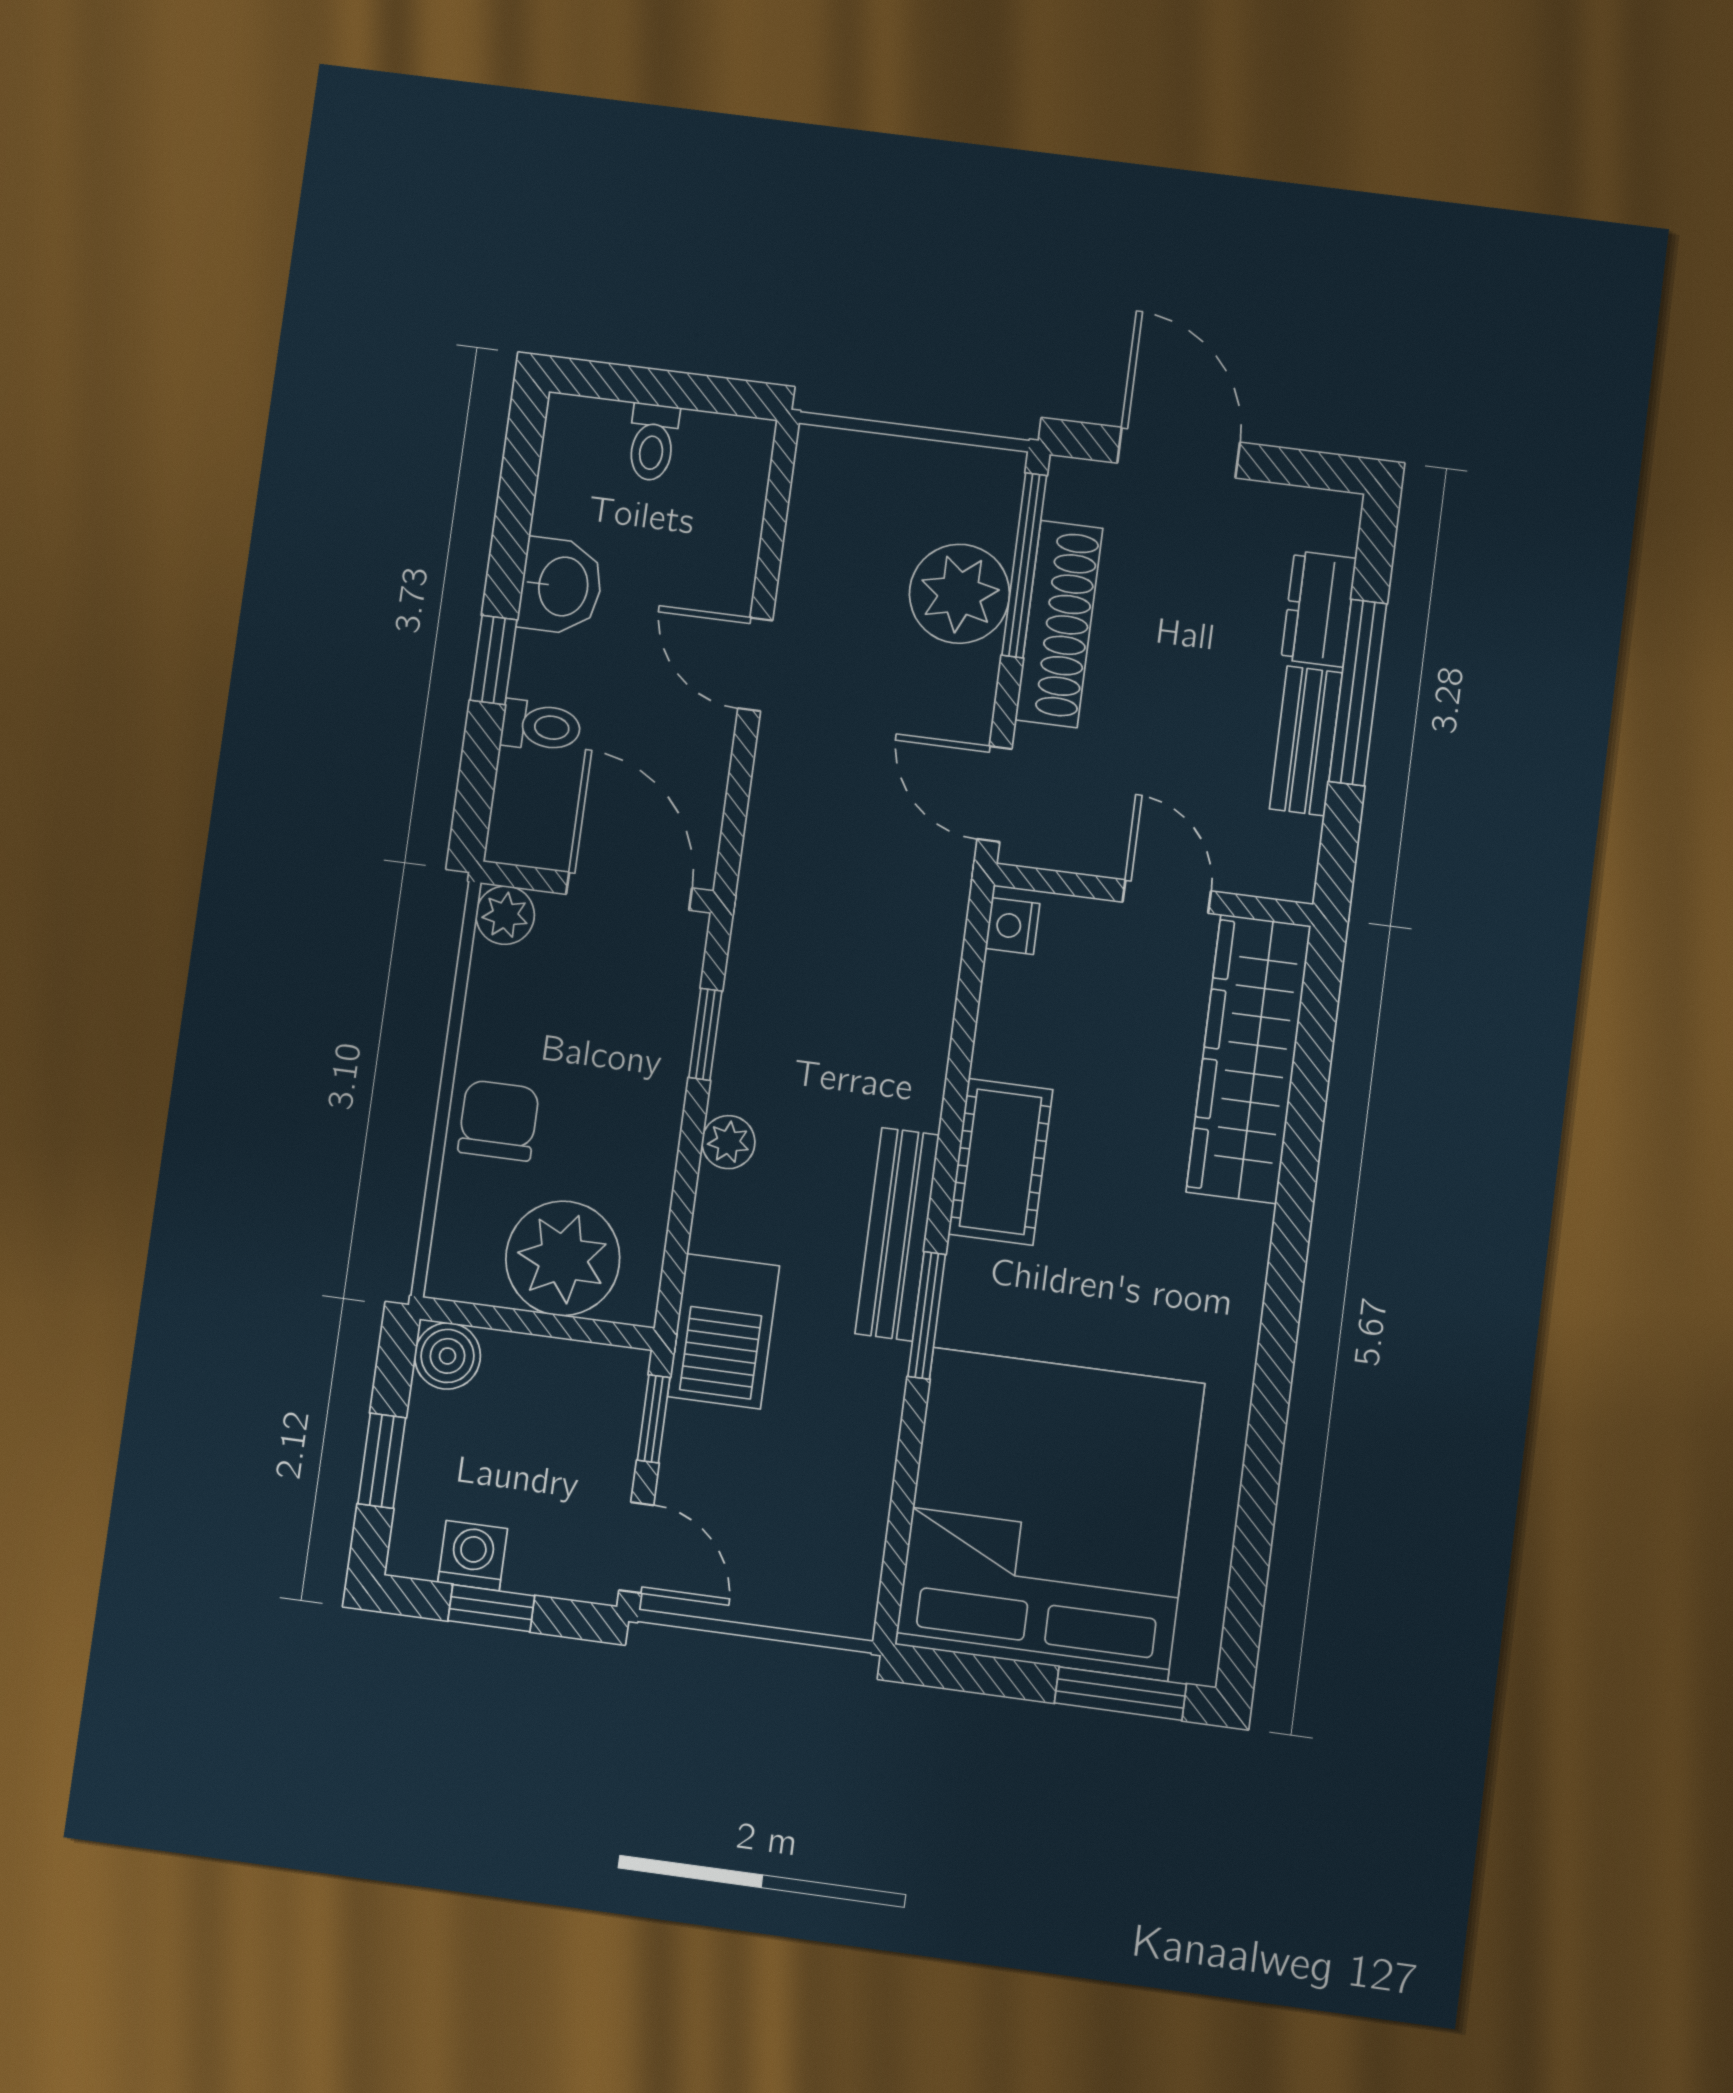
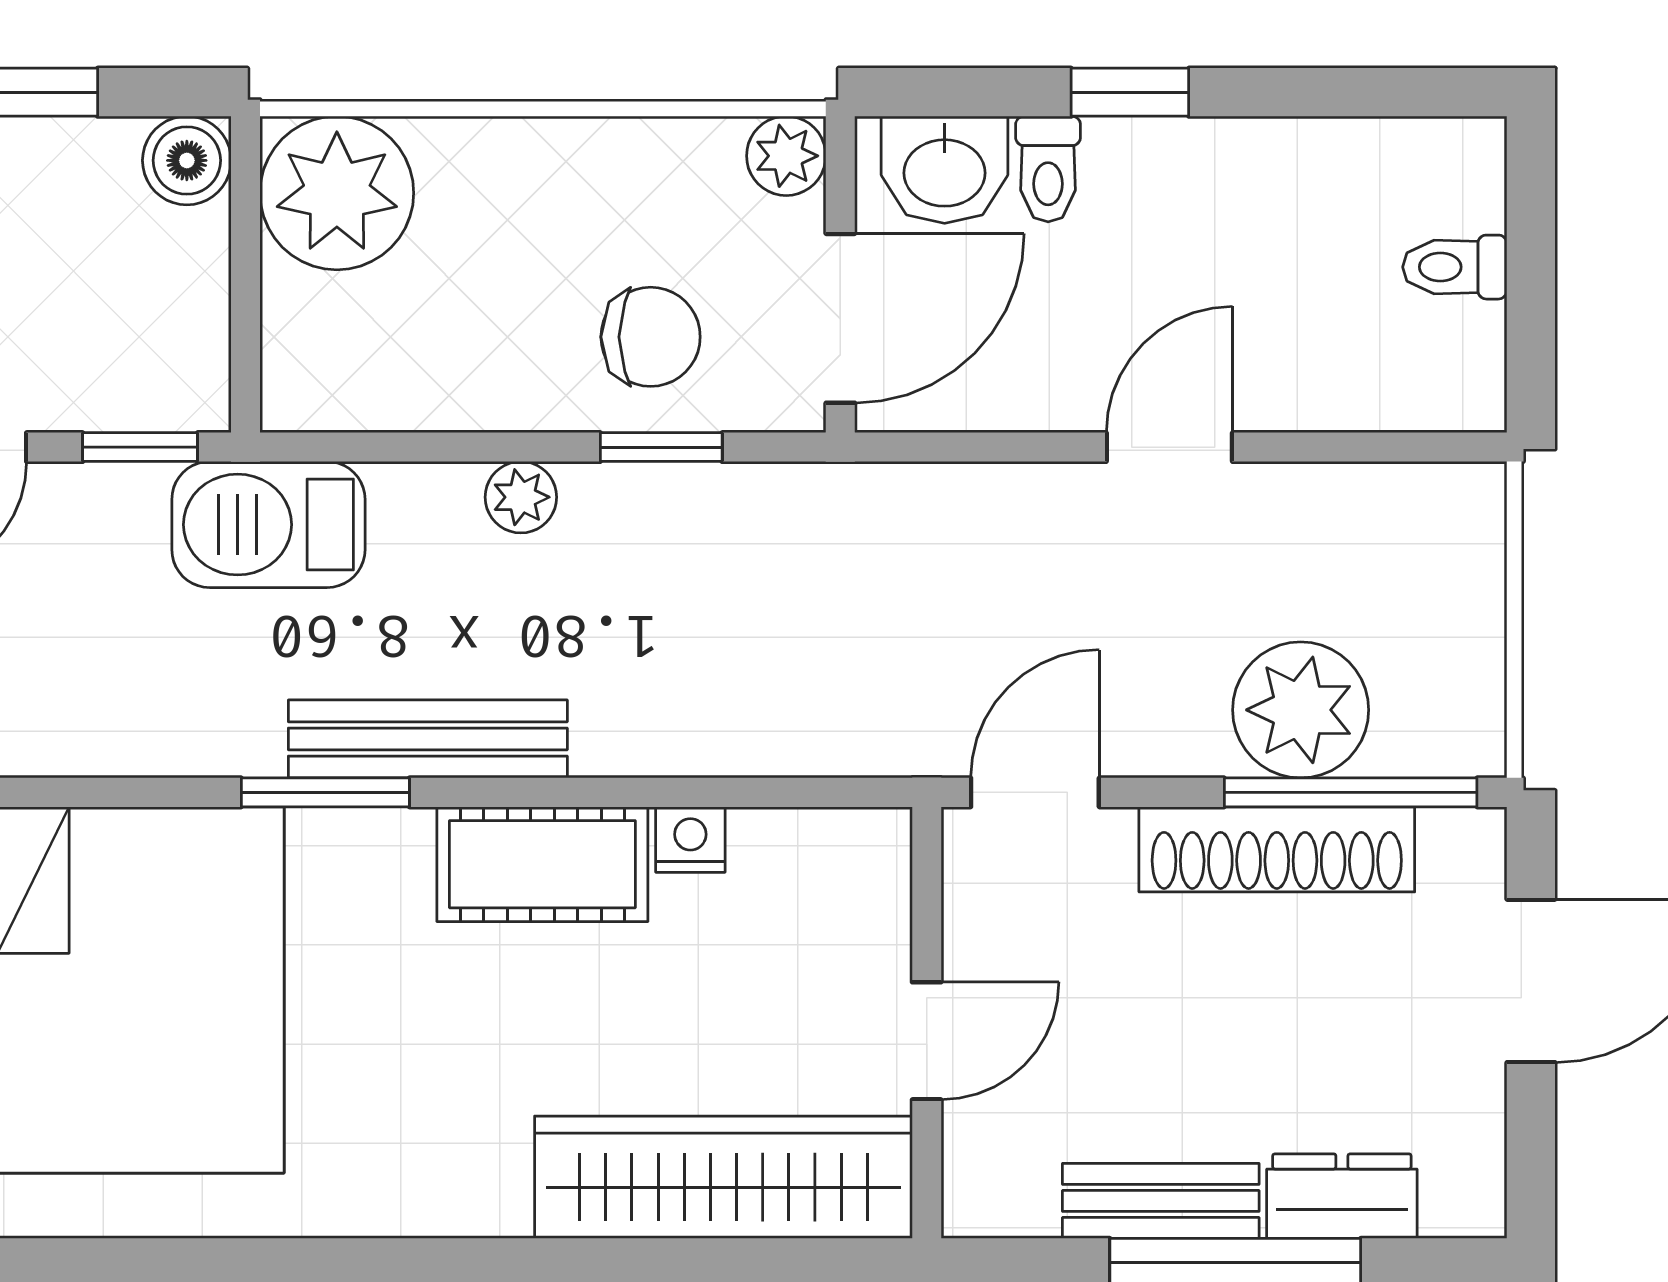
washbasin: (561, 586) -> (945, 170), moved
nightstand: (1013, 926) -> (690, 840), moved
chair: (499, 1120) -> (651, 337), moved
plant: (563, 1258) -> (337, 193), moved

